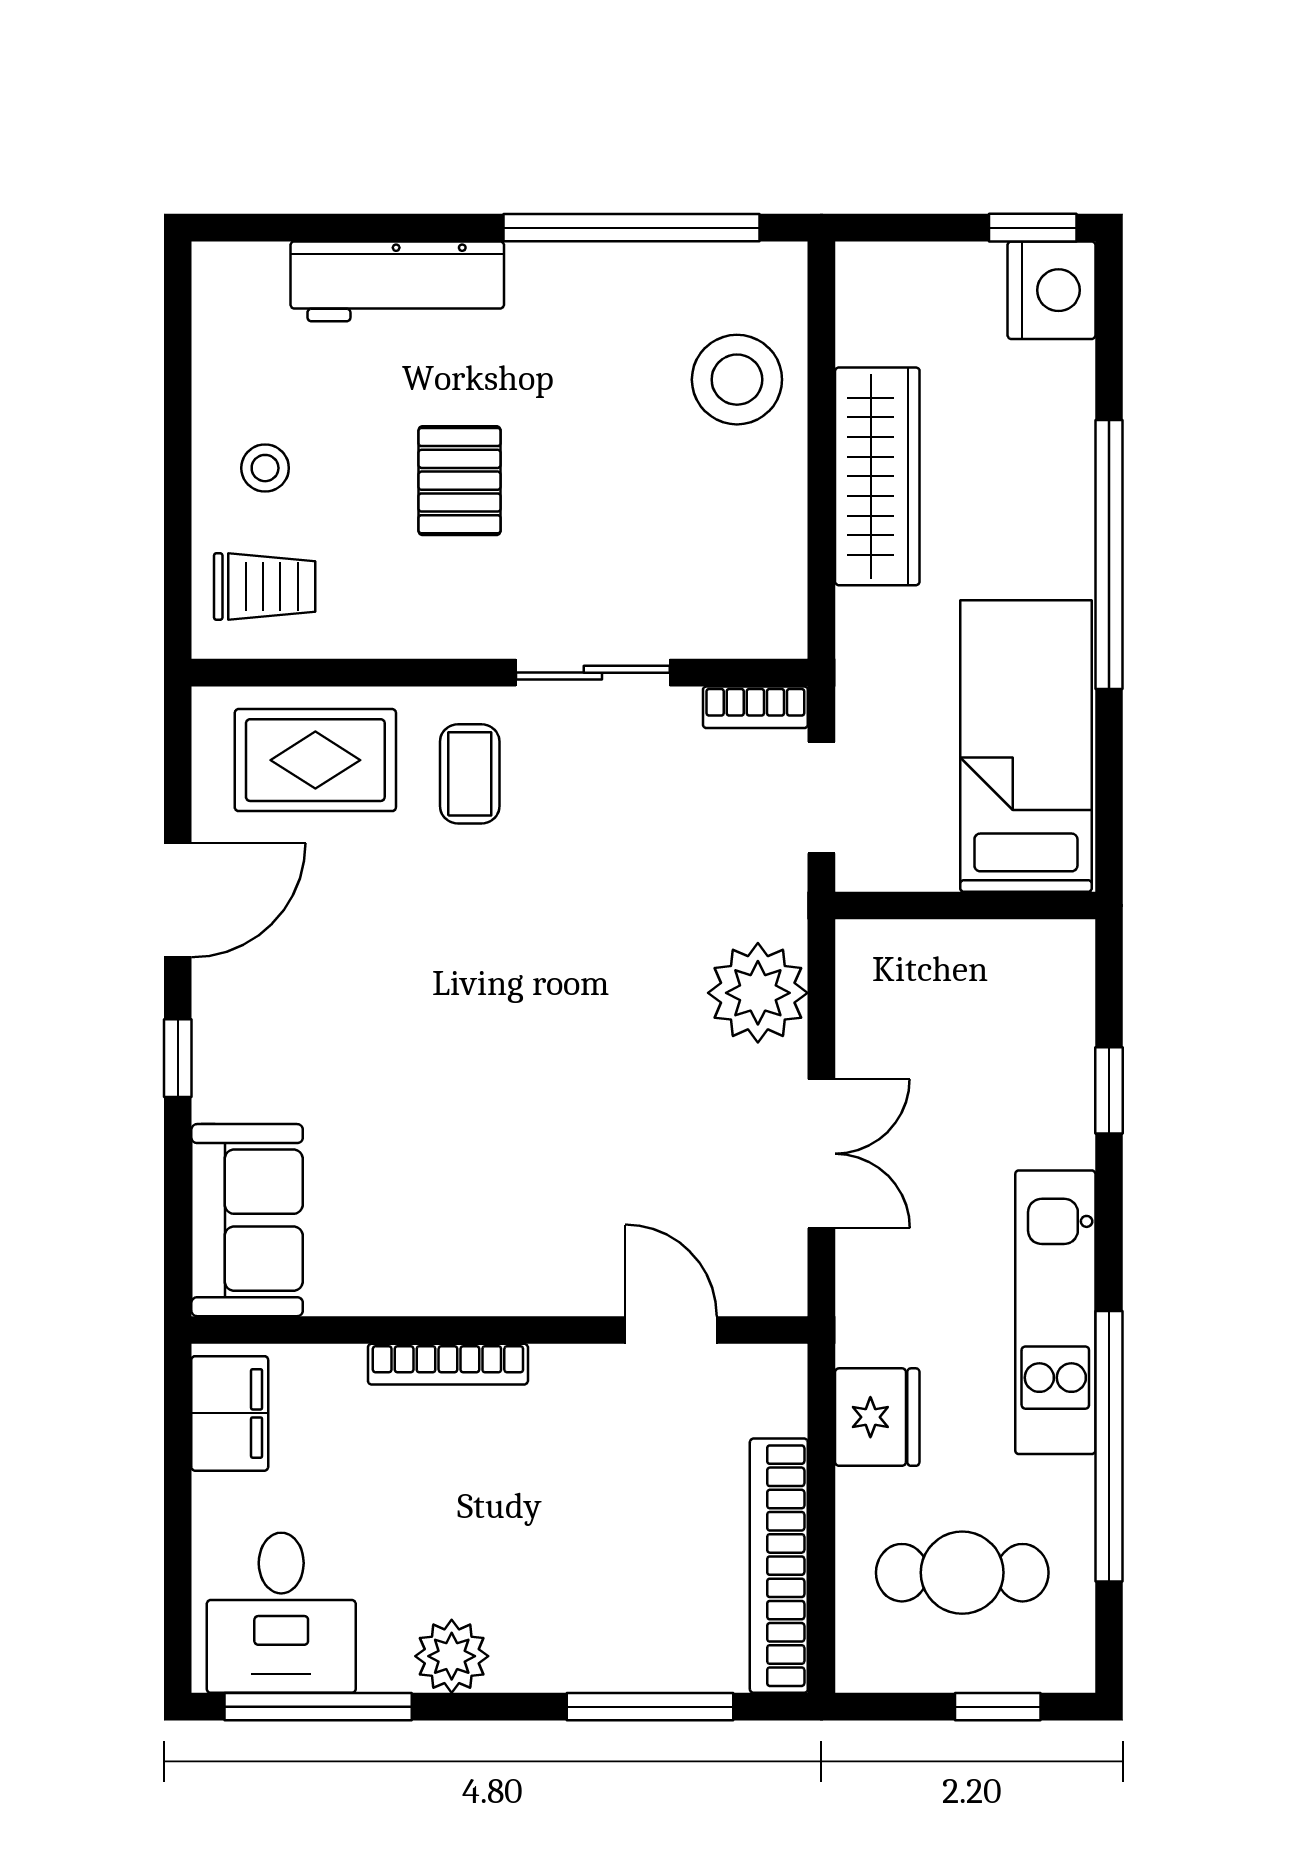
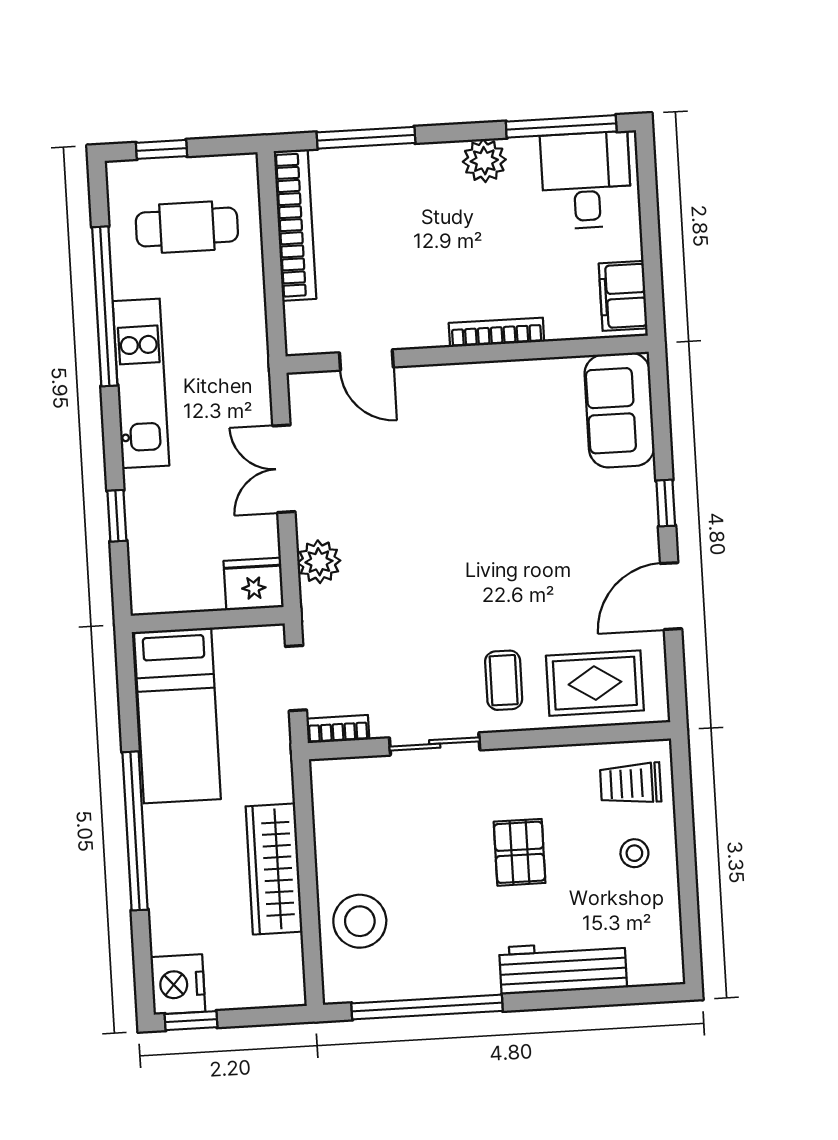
plant: (758, 993) -> (319, 562), width x0.73, depth x0.73
fridge: (877, 1417) -> (254, 584), moved, turned 90

